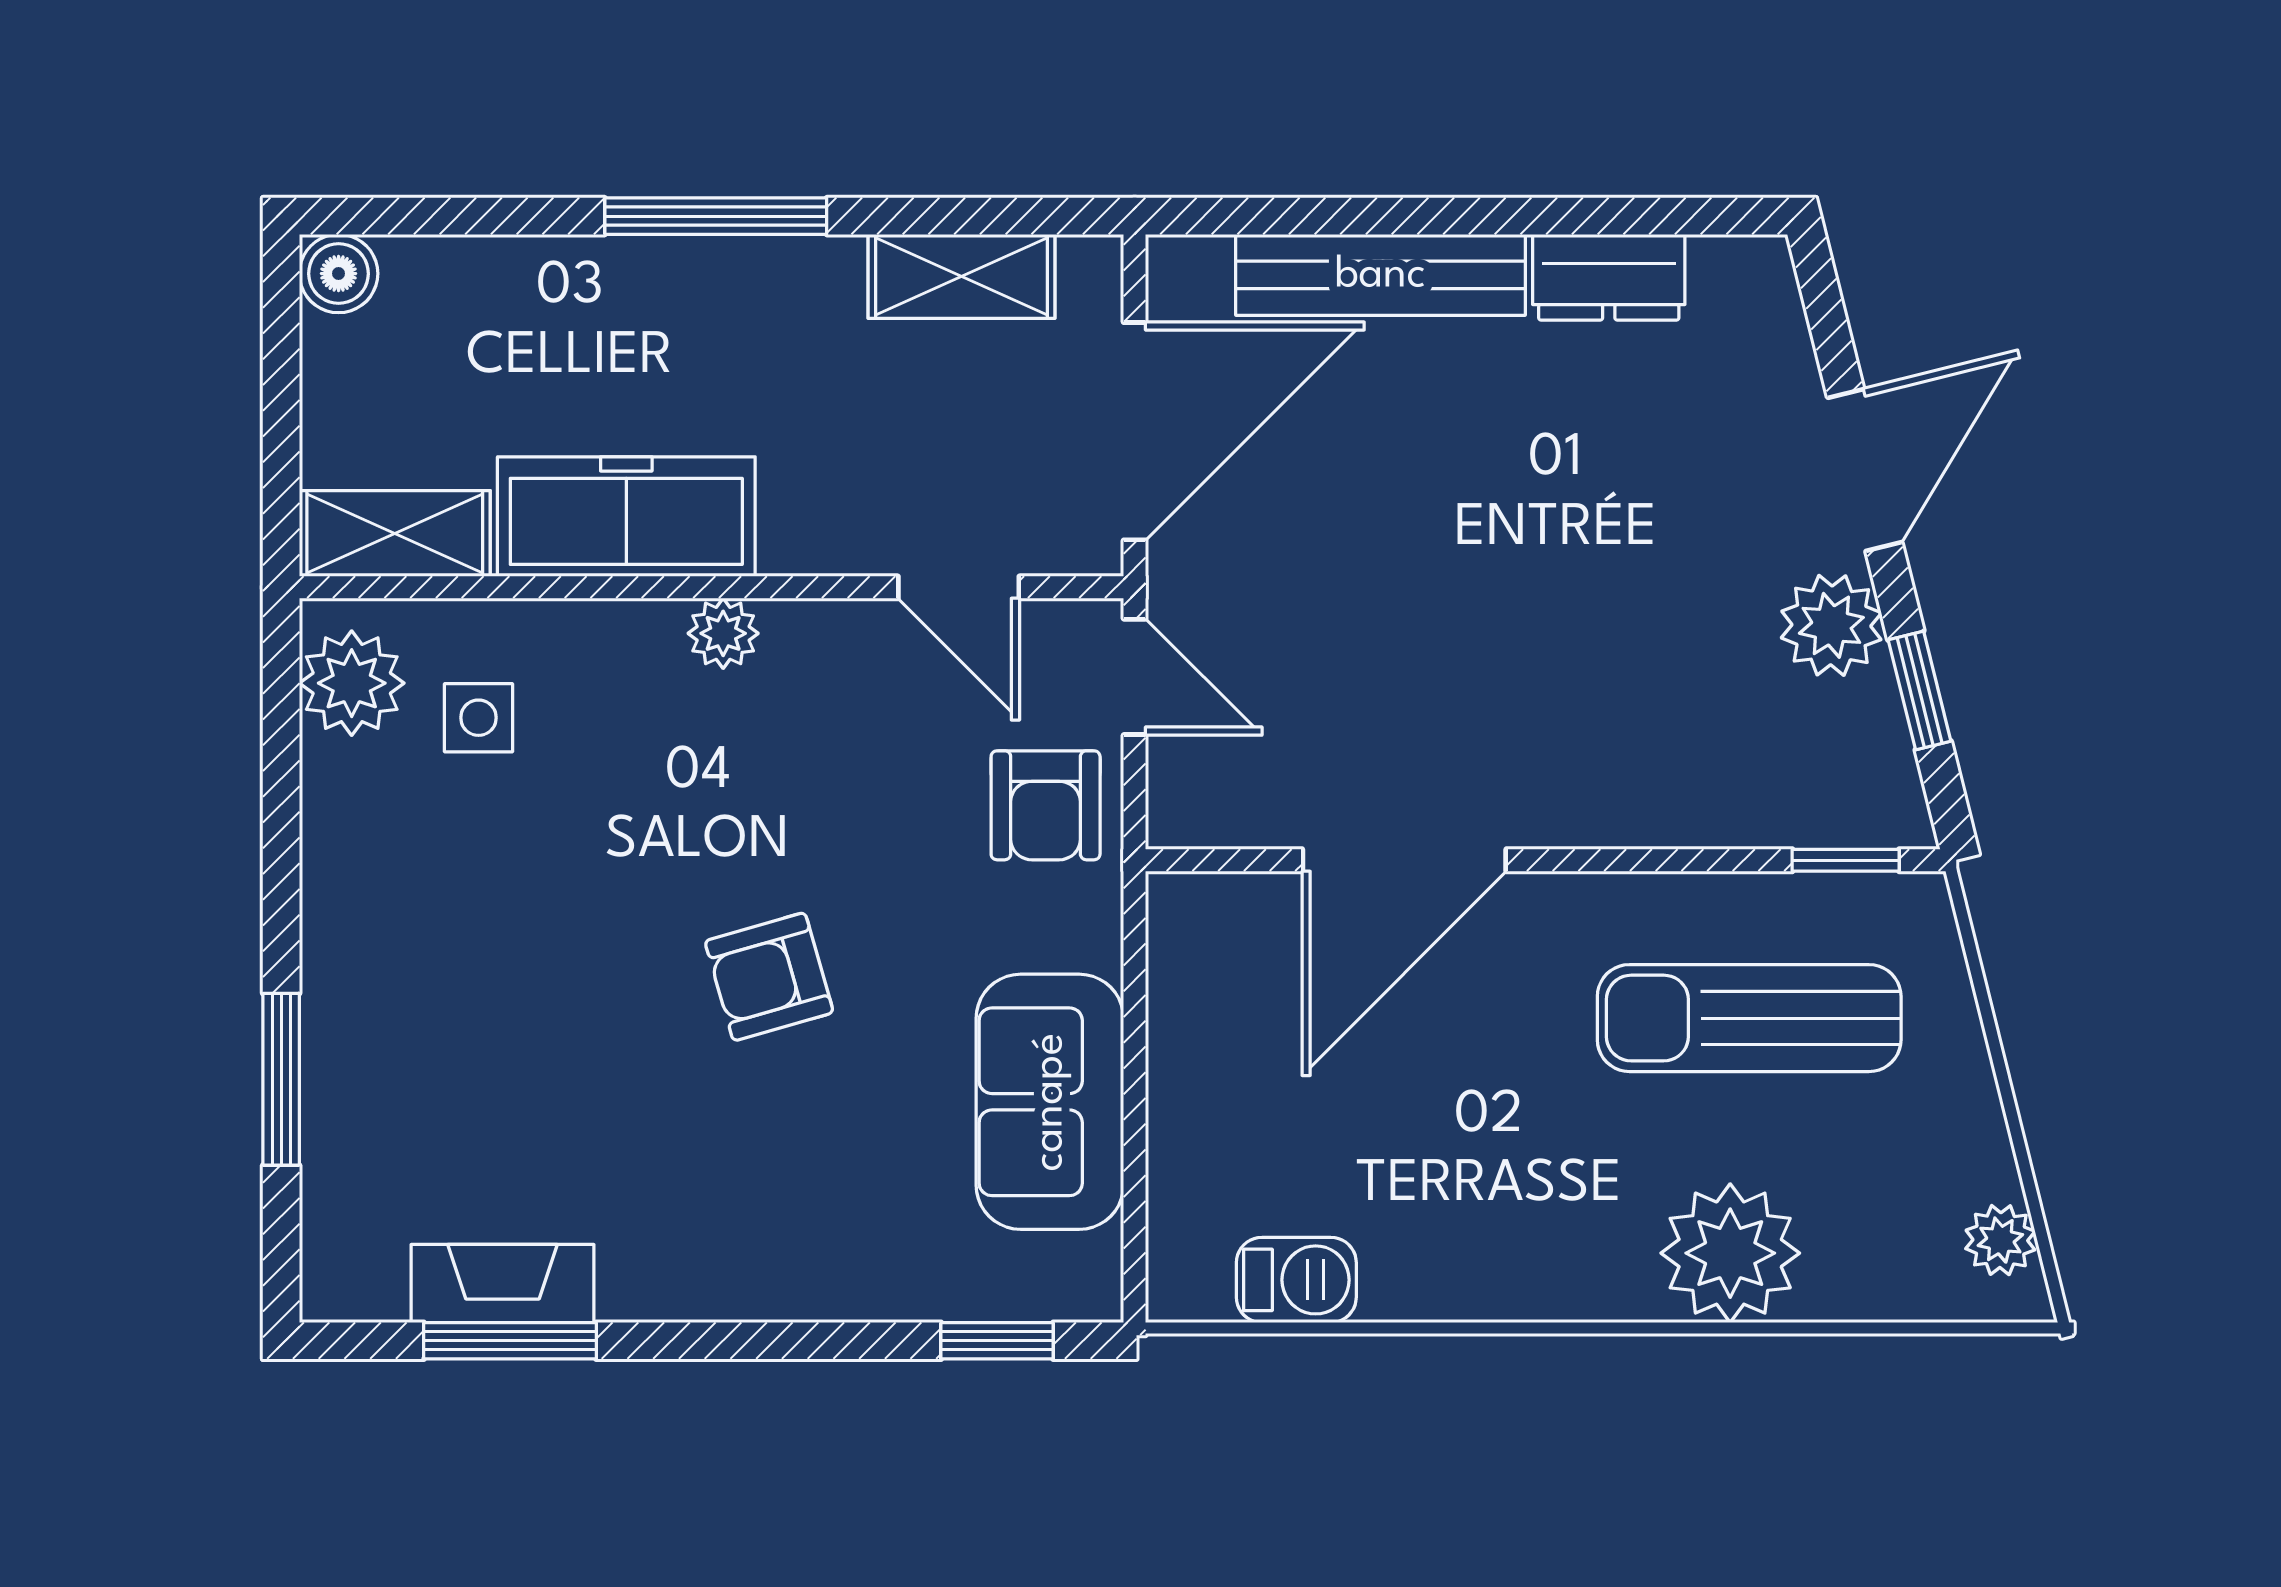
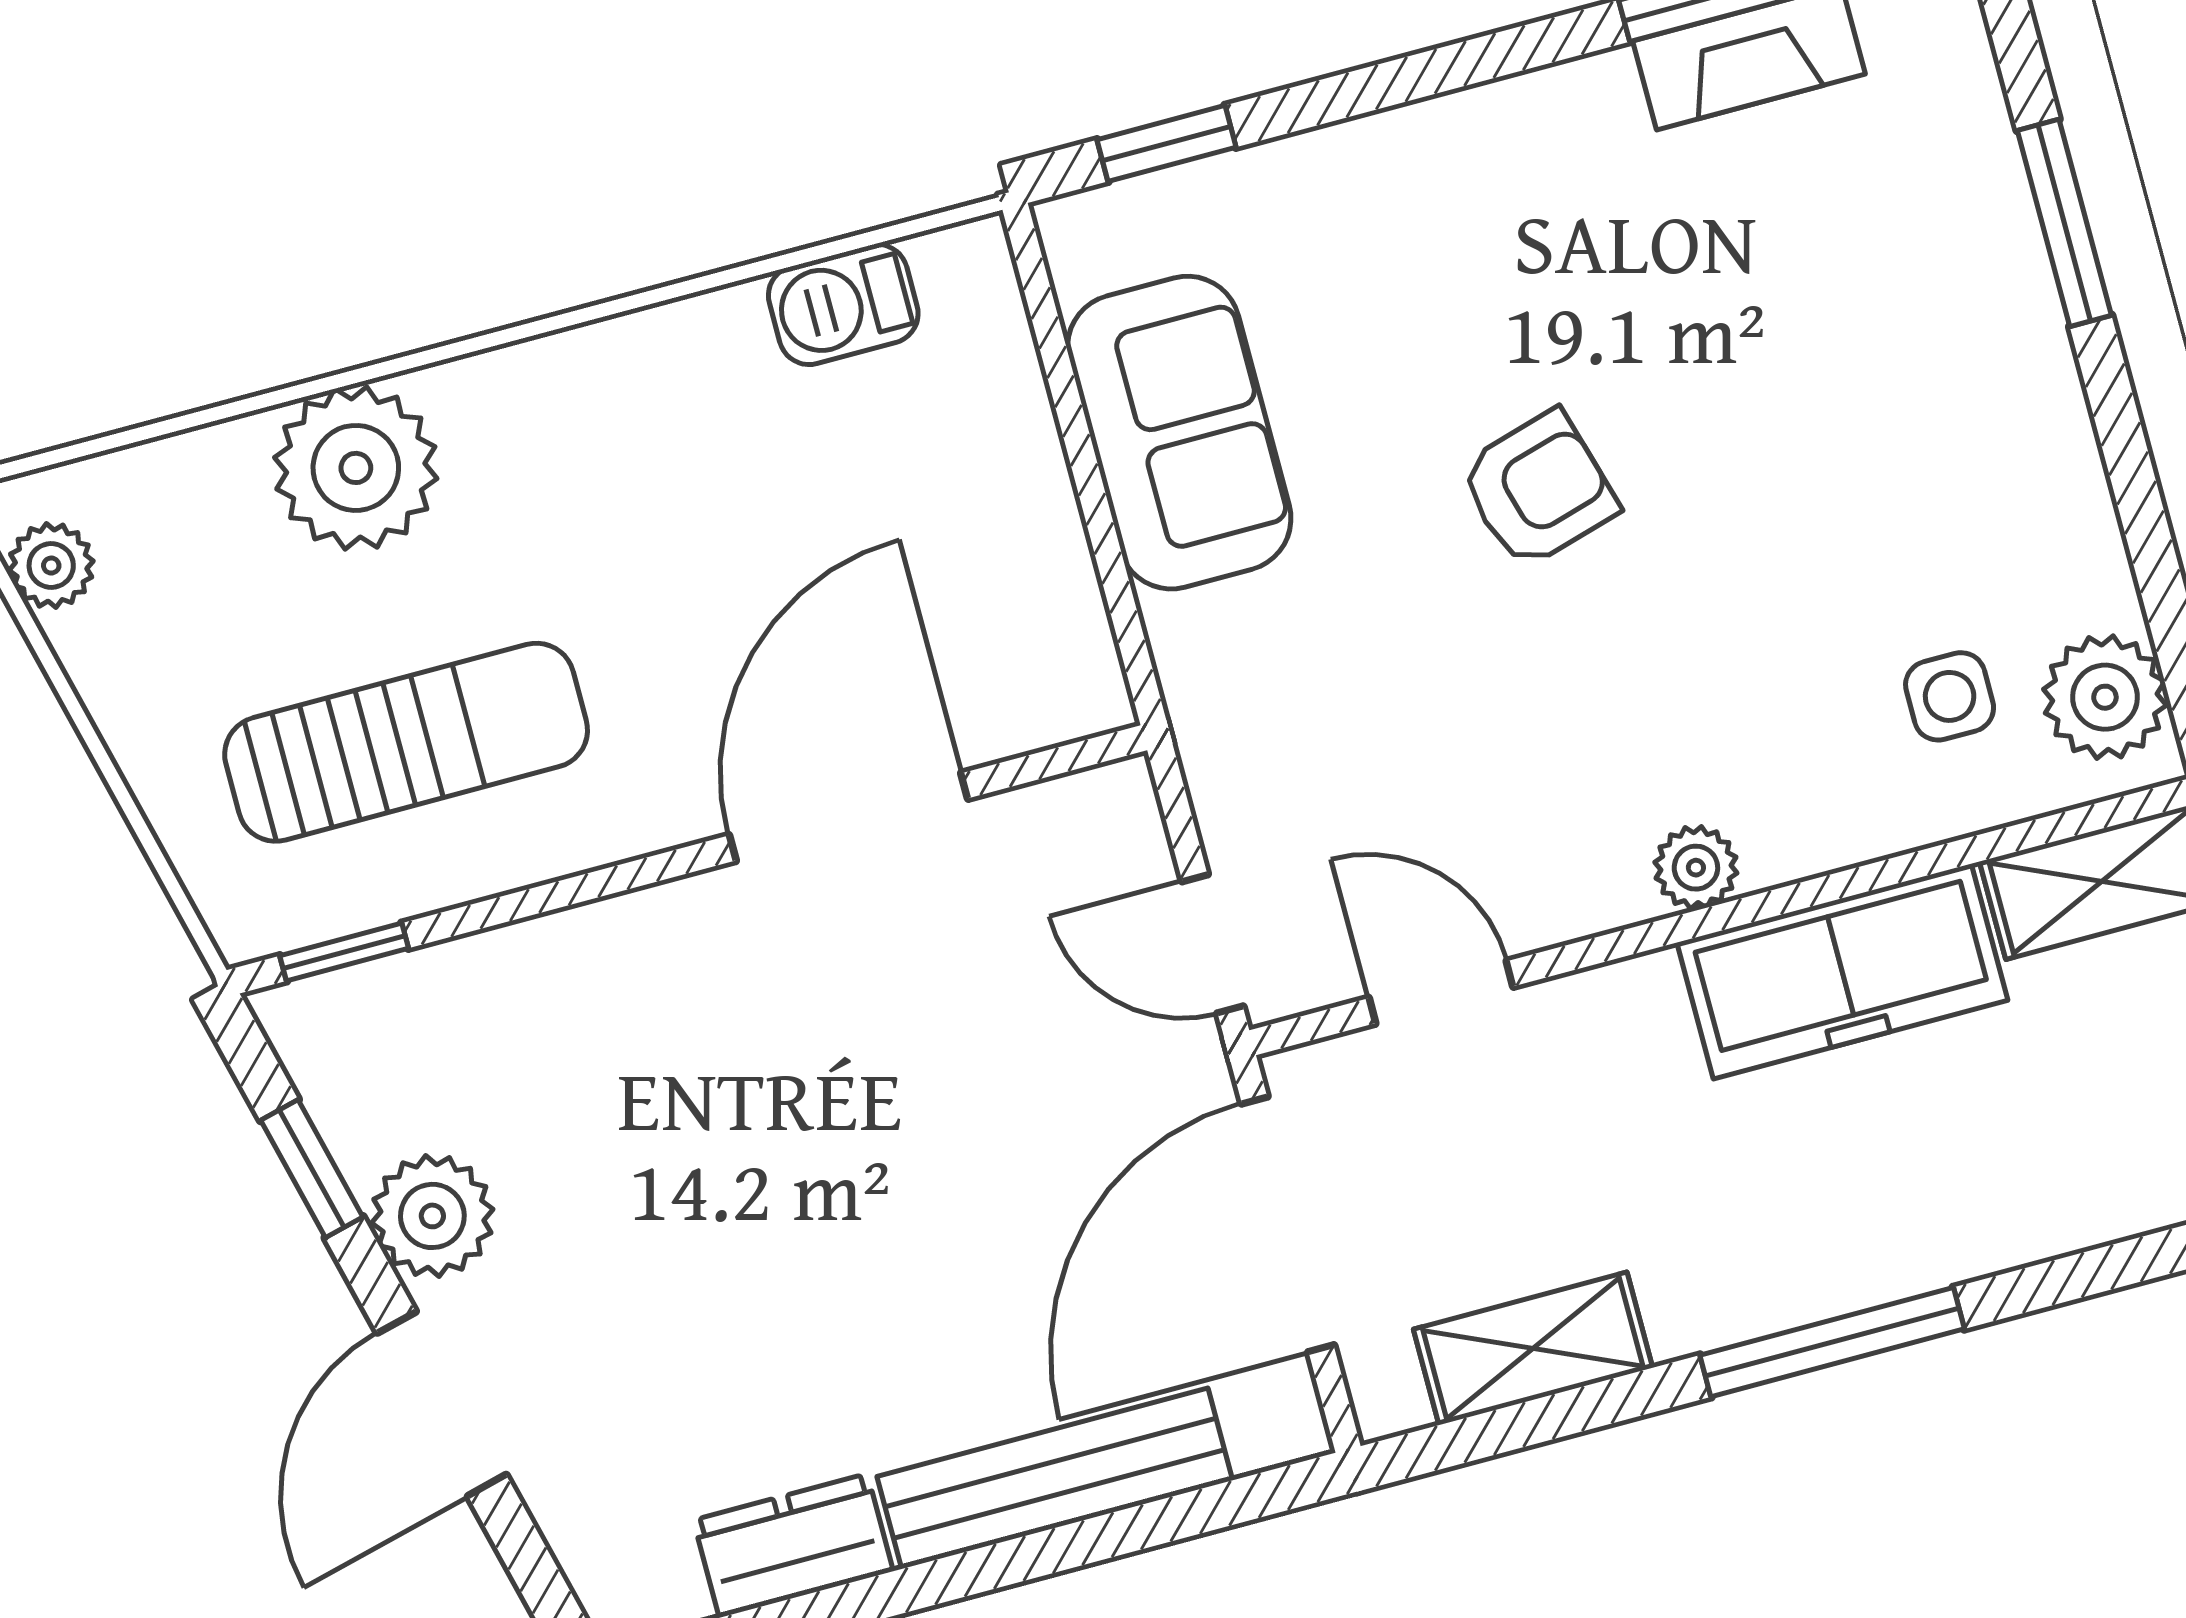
armchair: (1046, 805) -> (1275, 770), removed

